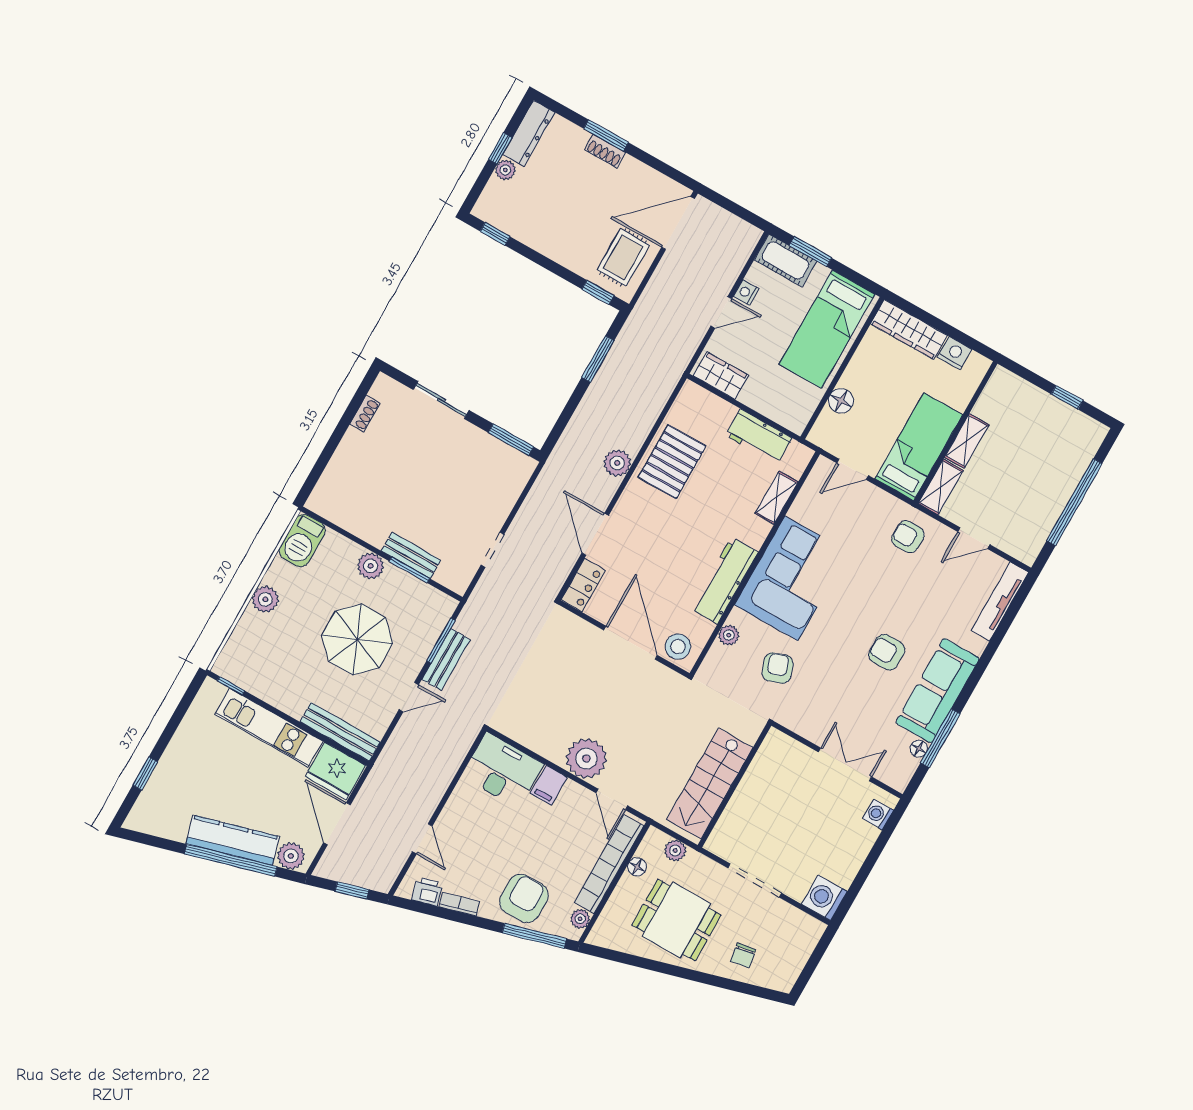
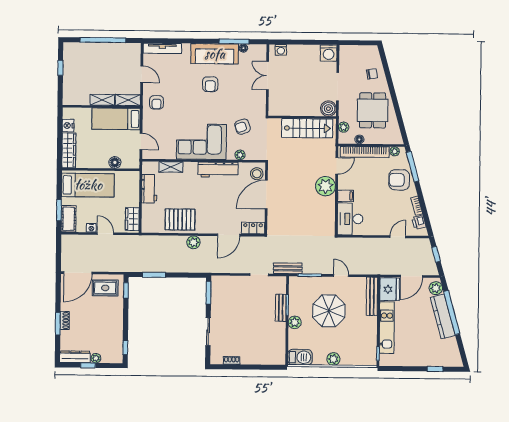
door: (678, 223) -> (78, 273), hinge flipped
bench: (446, 660) -> (288, 268), moved
boiler: (724, 842) -> (328, 109), added

